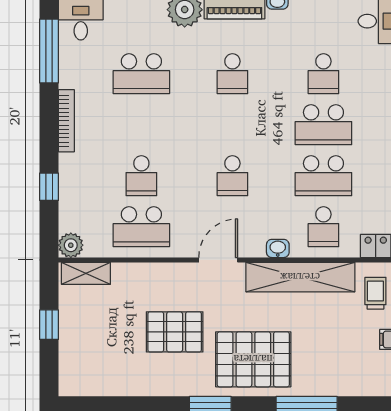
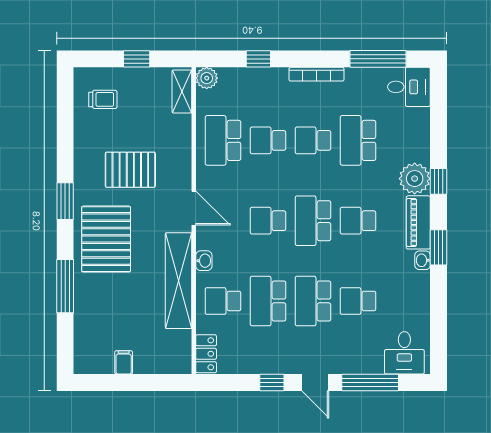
school desk: (141, 125) -> (313, 140), added
school desk: (232, 125) -> (313, 221), added
trolley: (375, 293) -> (103, 99), moved
pallet: (175, 332) -> (130, 170), turned 90

